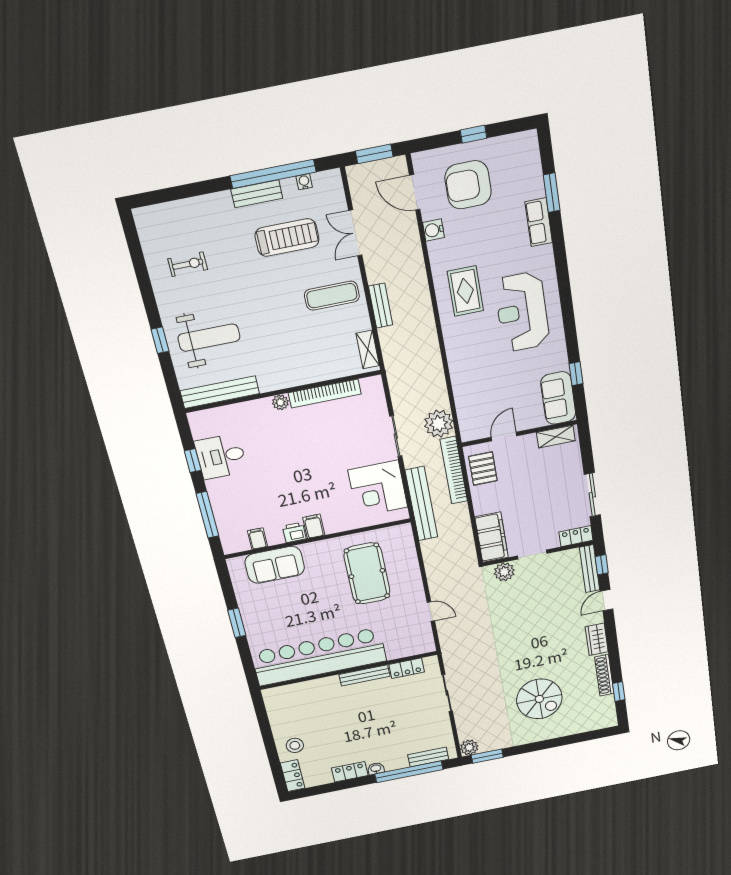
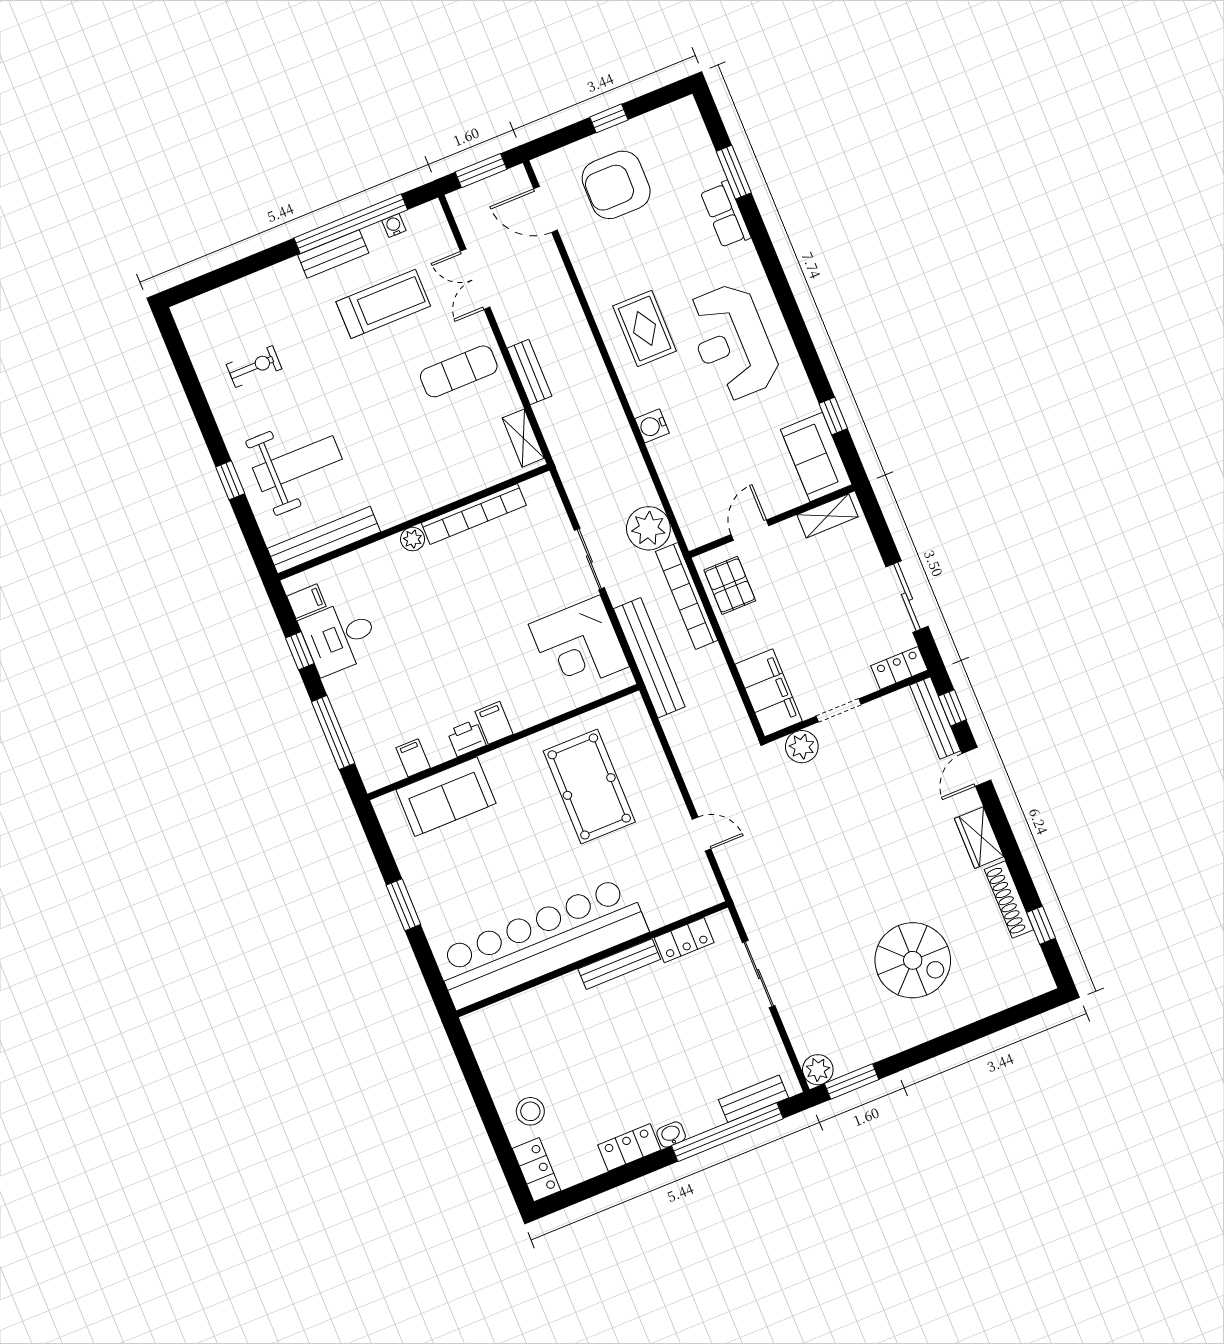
water cooler: (434, 230) -> (652, 426), moved
filing cabinet: (202, 430) -> (306, 601), added

